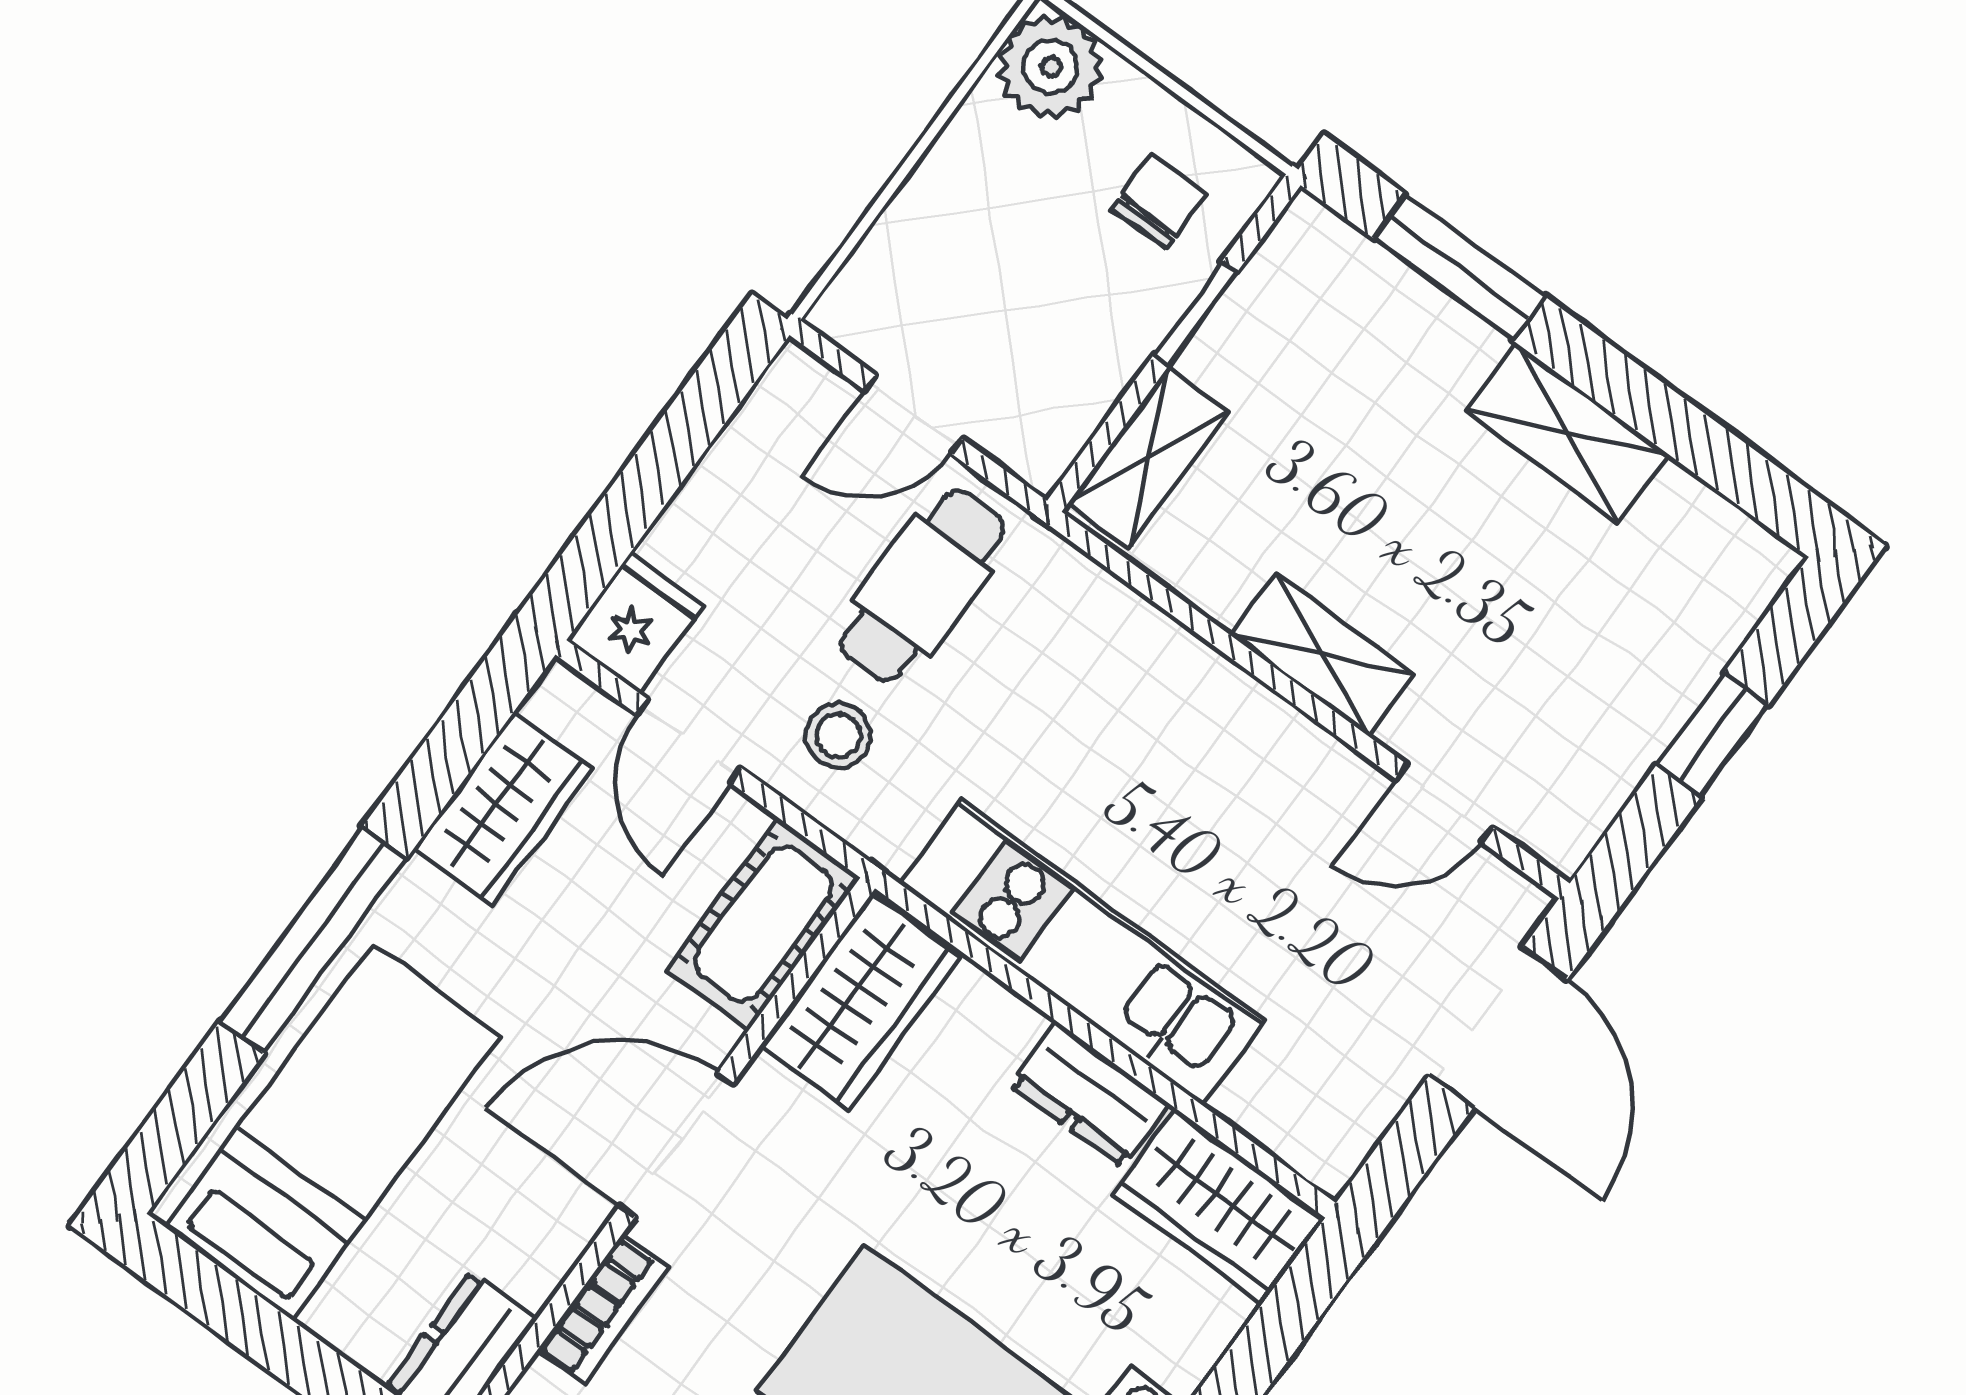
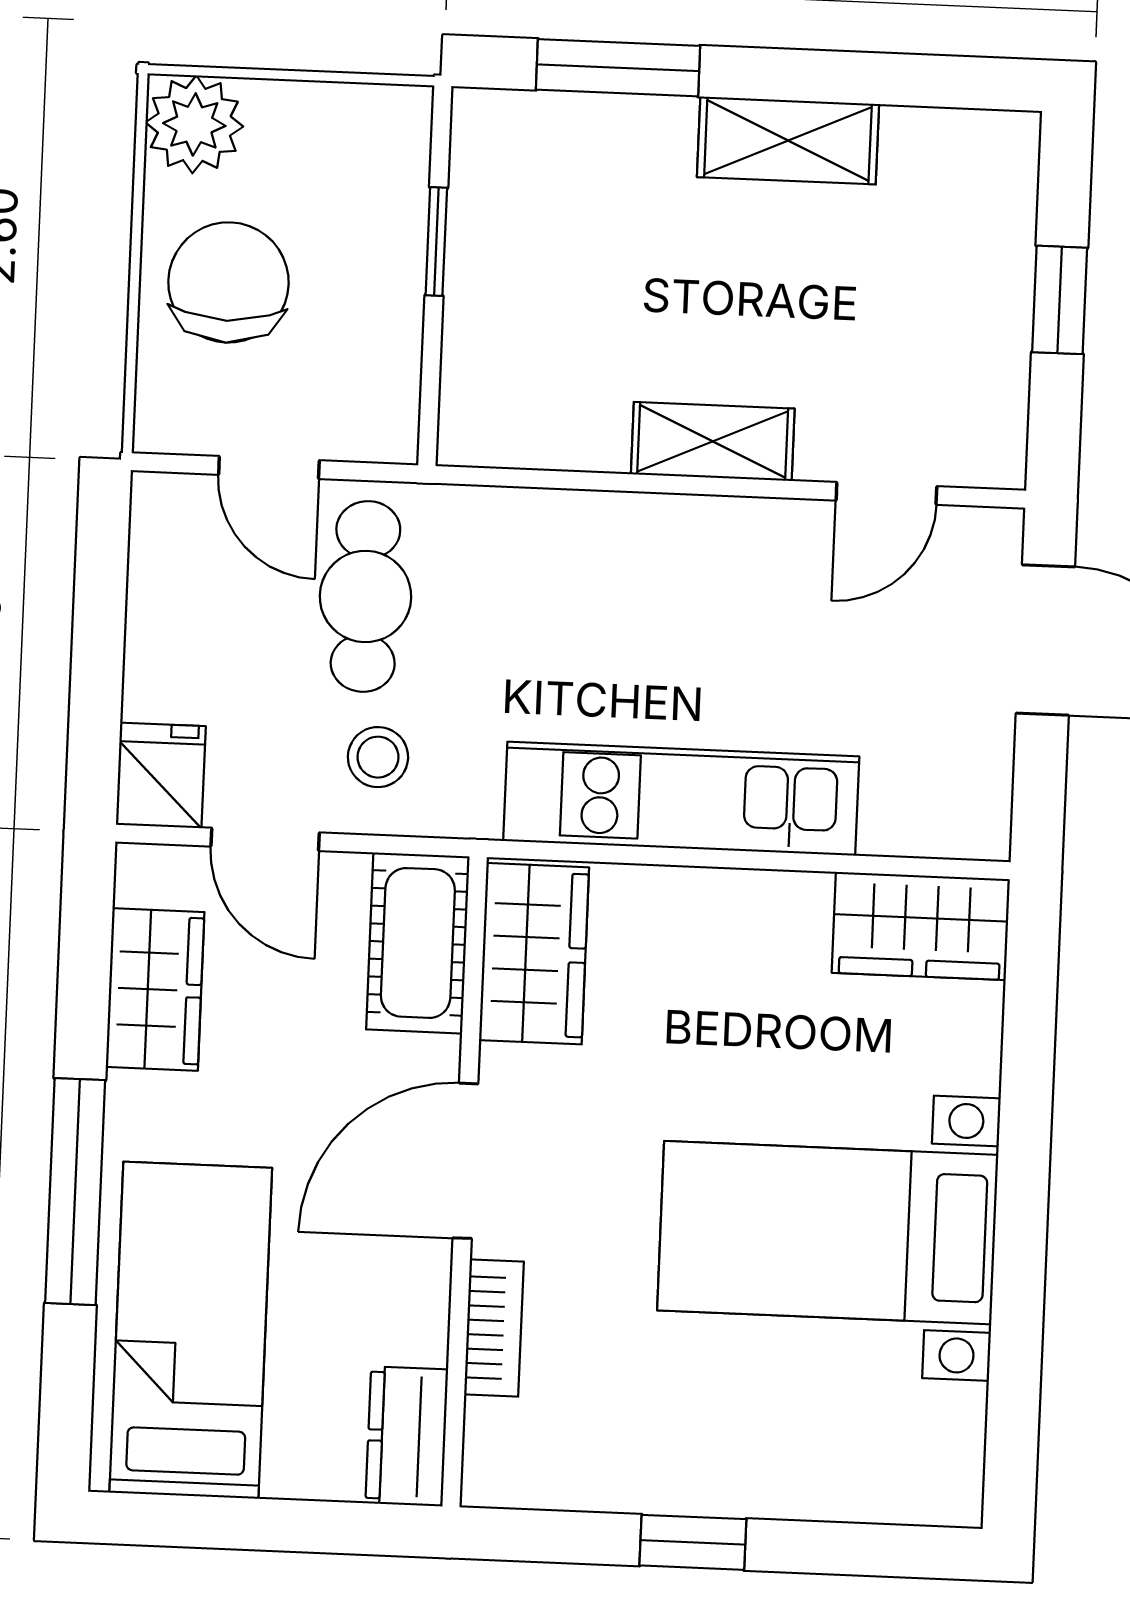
chair: (1159, 201) -> (228, 282), moved, width x1.87, depth x1.87
door: (913, 414) -> (269, 468), hinge flipped
shelving: (1149, 457) -> (475, 378), removed
dresser: (1090, 1094) -> (761, 906), removed

